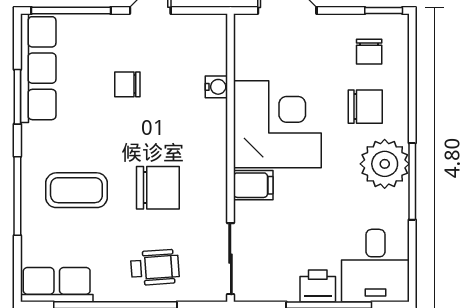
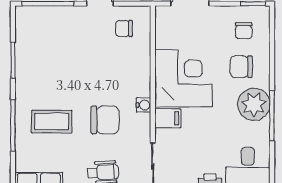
row of seats: (38, 68) -> (27, 42), removed
chair: (127, 84) -> (124, 28), moved
water cooler: (216, 87) -> (143, 105), moved
chair: (365, 107) -> (241, 67), turned 180

